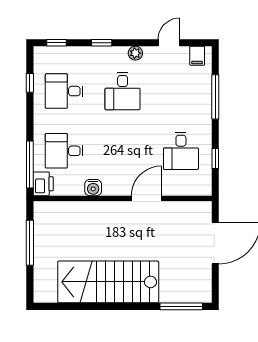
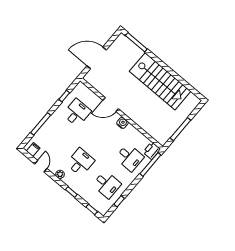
door: (169, 43) -> (41, 166), swing flipped
water cooler: (93, 188) -> (122, 123), moved

